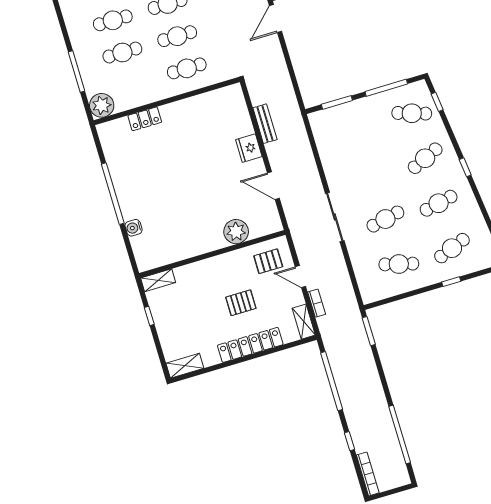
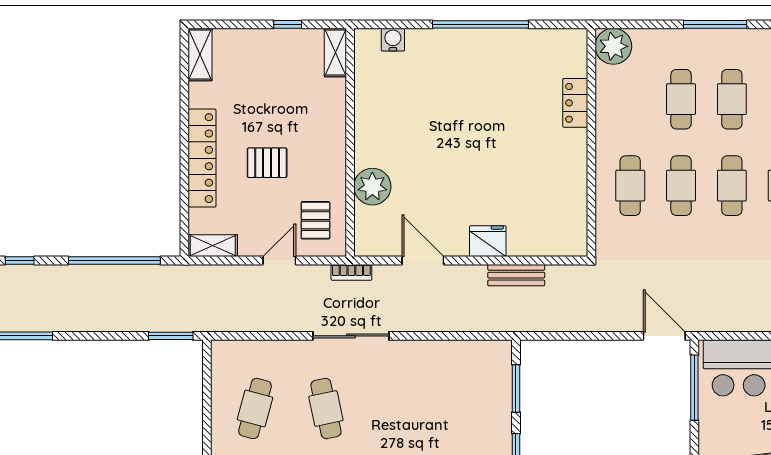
window: (76, 71) -> (715, 24), moved
door: (273, 186) -> (423, 261), hinge flipped
water cooler: (134, 228) -> (393, 40), moved
pallet: (241, 303) -> (267, 163), turned 90
bookcase: (317, 303) -> (351, 272), moved

